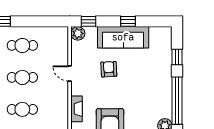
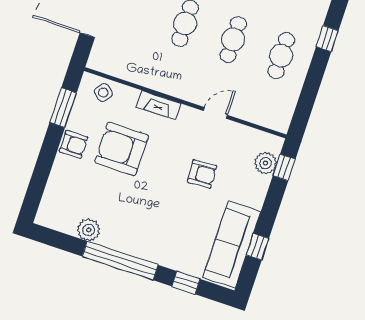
window: (128, 21) -> (258, 247), moved
plant: (78, 33) -> (266, 163), moved
sofa: (123, 37) -> (232, 244), moved

